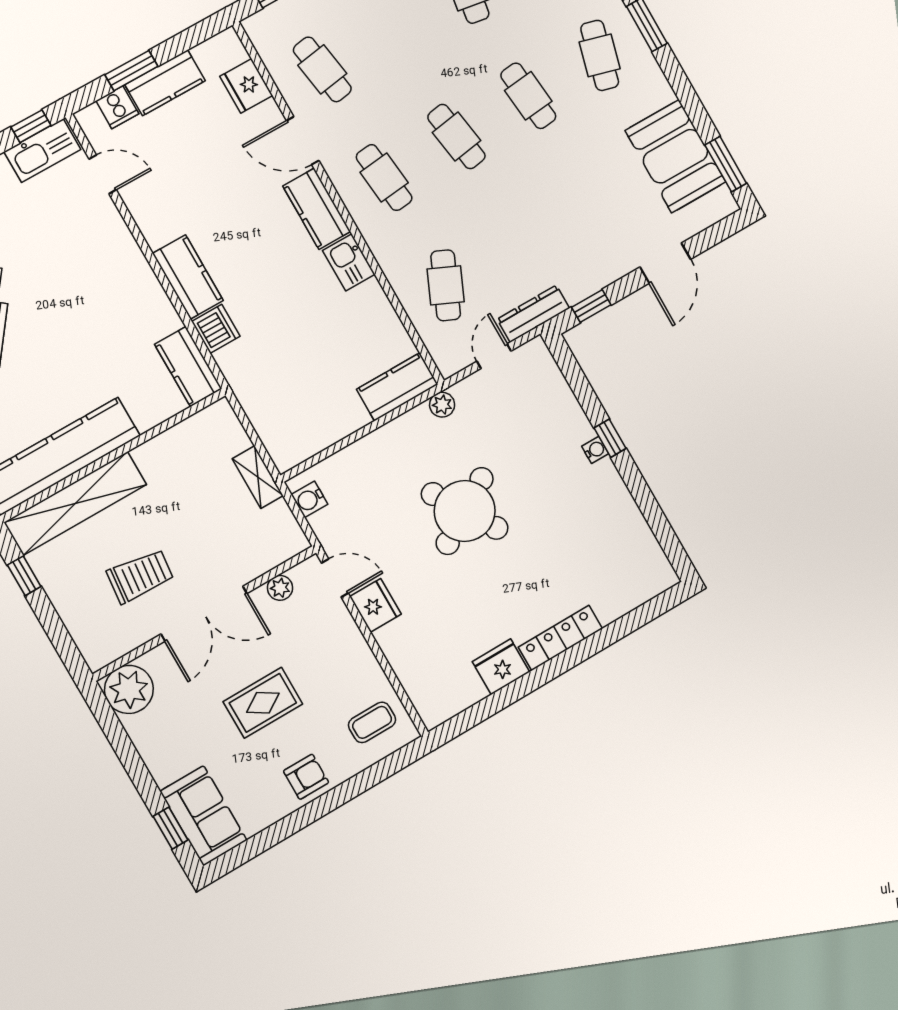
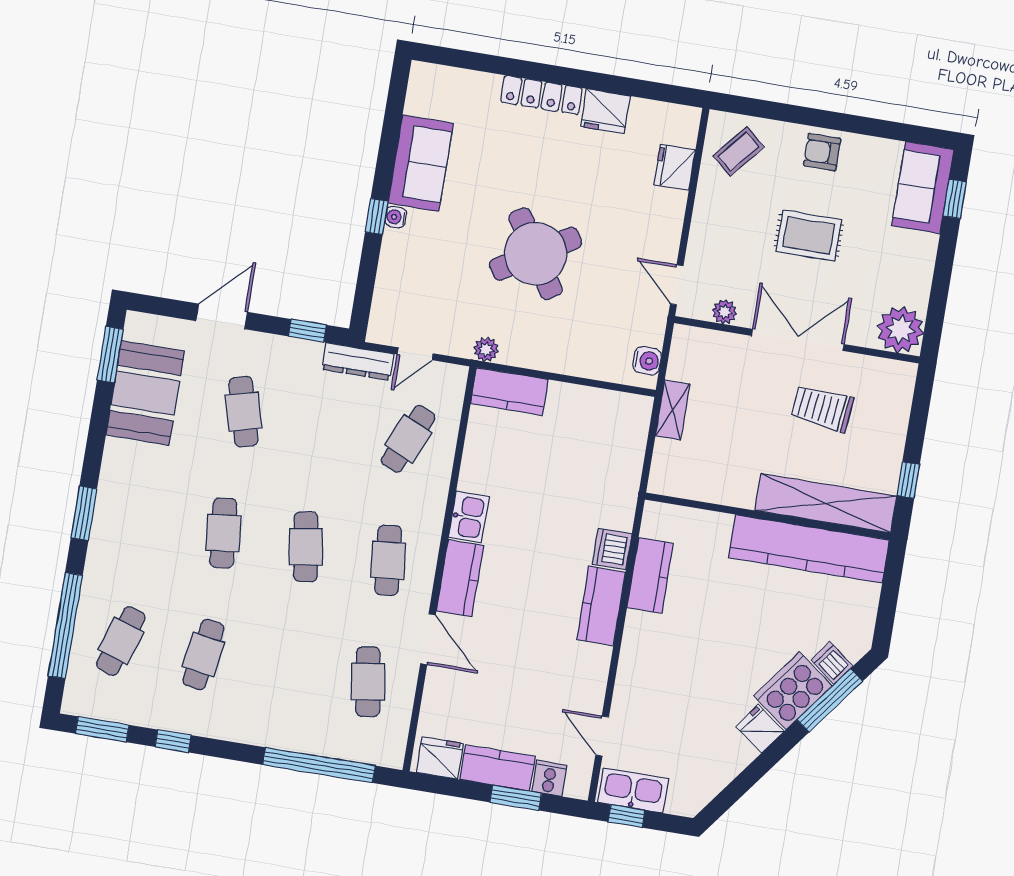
cafe table: (600, 55) -> (244, 412), moved, turned -30
fridge: (246, 86) -> (440, 758), moved, turned -90
kitchen counter: (188, 367) -> (650, 575), moved
sofa: (610, 507) -> (421, 163), added
fridge: (375, 605) -> (675, 167), moved
coffee table: (372, 722) -> (739, 151), turned -50

